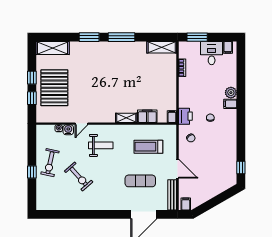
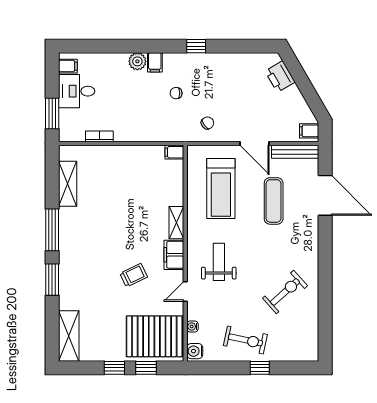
shelving: (162, 47) -> (68, 184), moved
pallet: (54, 88) -> (154, 336), moved
trolley: (92, 90) -> (134, 275), added
filing cabinet: (147, 116) -> (174, 255), moved
printer: (185, 116) -> (280, 77), moved, turned -120
door: (82, 124) -> (185, 291), swing flipped
water cooler: (68, 130) -> (195, 351), moved
treadmill: (148, 147) -> (221, 189), width x1.37, depth x1.38
window: (241, 168) -> (196, 46), moved
door: (178, 169) -> (255, 144), swing flipped
exercise bike: (79, 176) -> (285, 292), moved

